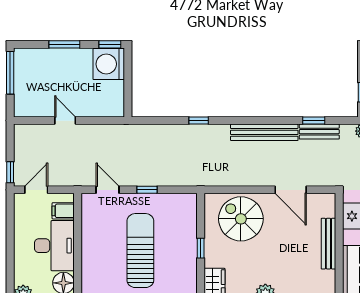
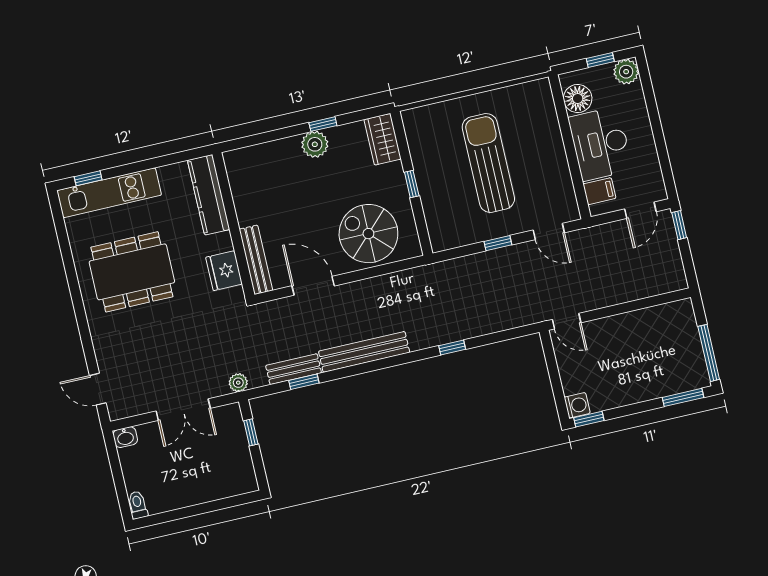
window: (64, 44) -> (683, 397), moved
washing machine: (109, 64) -> (577, 405), width x0.53, depth x0.53
door: (65, 121) -> (567, 321), moved
spiral stairs: (241, 219) -> (368, 234), turned 180
bench: (328, 244) -> (256, 260), moved
sun lounger: (140, 251) -> (488, 163), turned 180

